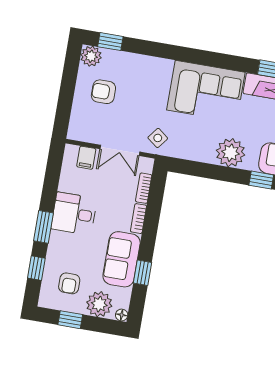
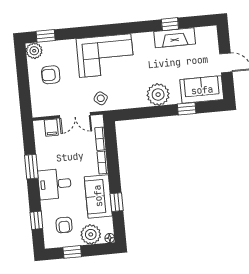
corner sofa: (206, 91) -> (105, 56), moved
desk: (74, 214) -> (55, 184), moved
window: (43, 227) -> (31, 167), moved

